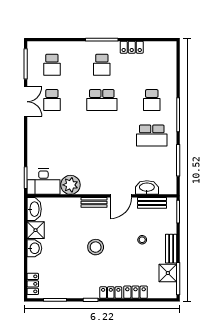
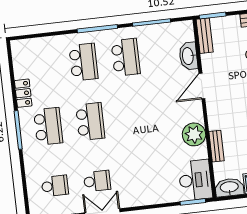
school desk: (102, 65) -> (48, 126), width x1.85
school desk: (152, 100) -> (83, 62), width x1.85
plant: (70, 185) -> (194, 134), moved
door: (121, 196) -> (202, 86), swing flipped
bench: (94, 202) -> (216, 146), moved
bench: (152, 203) -> (205, 36), moved

